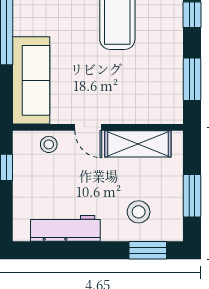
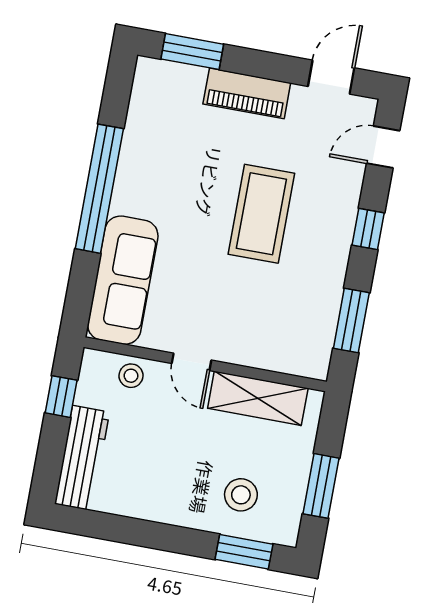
workbench: (65, 228) -> (82, 458), moved, turned 90

